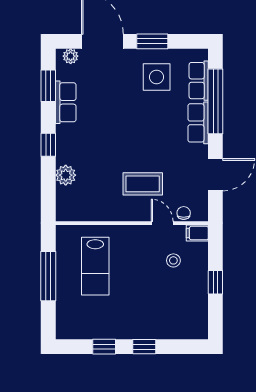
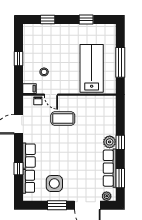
window: (215, 101) -> (18, 169), width x0.32
row of seats: (66, 102) -> (110, 168), width x1.48
plant: (66, 175) -> (110, 142), moved
lab bench: (95, 266) -> (92, 68), width x1.36, depth x1.39
window: (144, 347) -> (48, 19), moved

